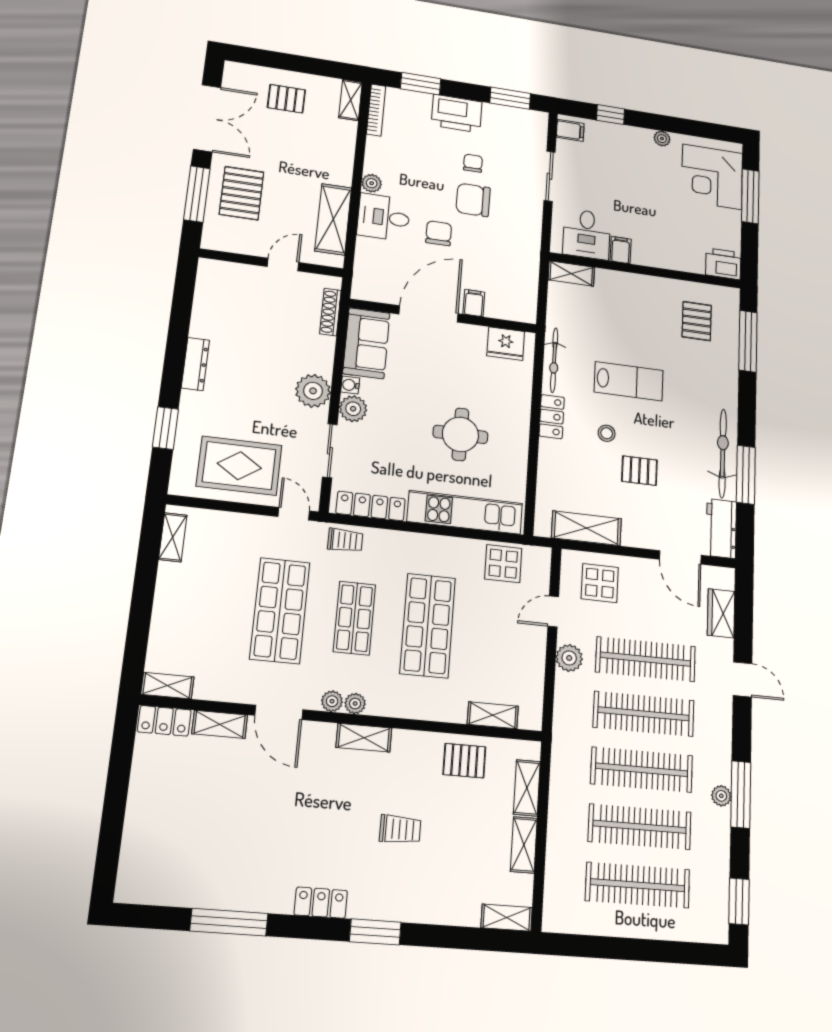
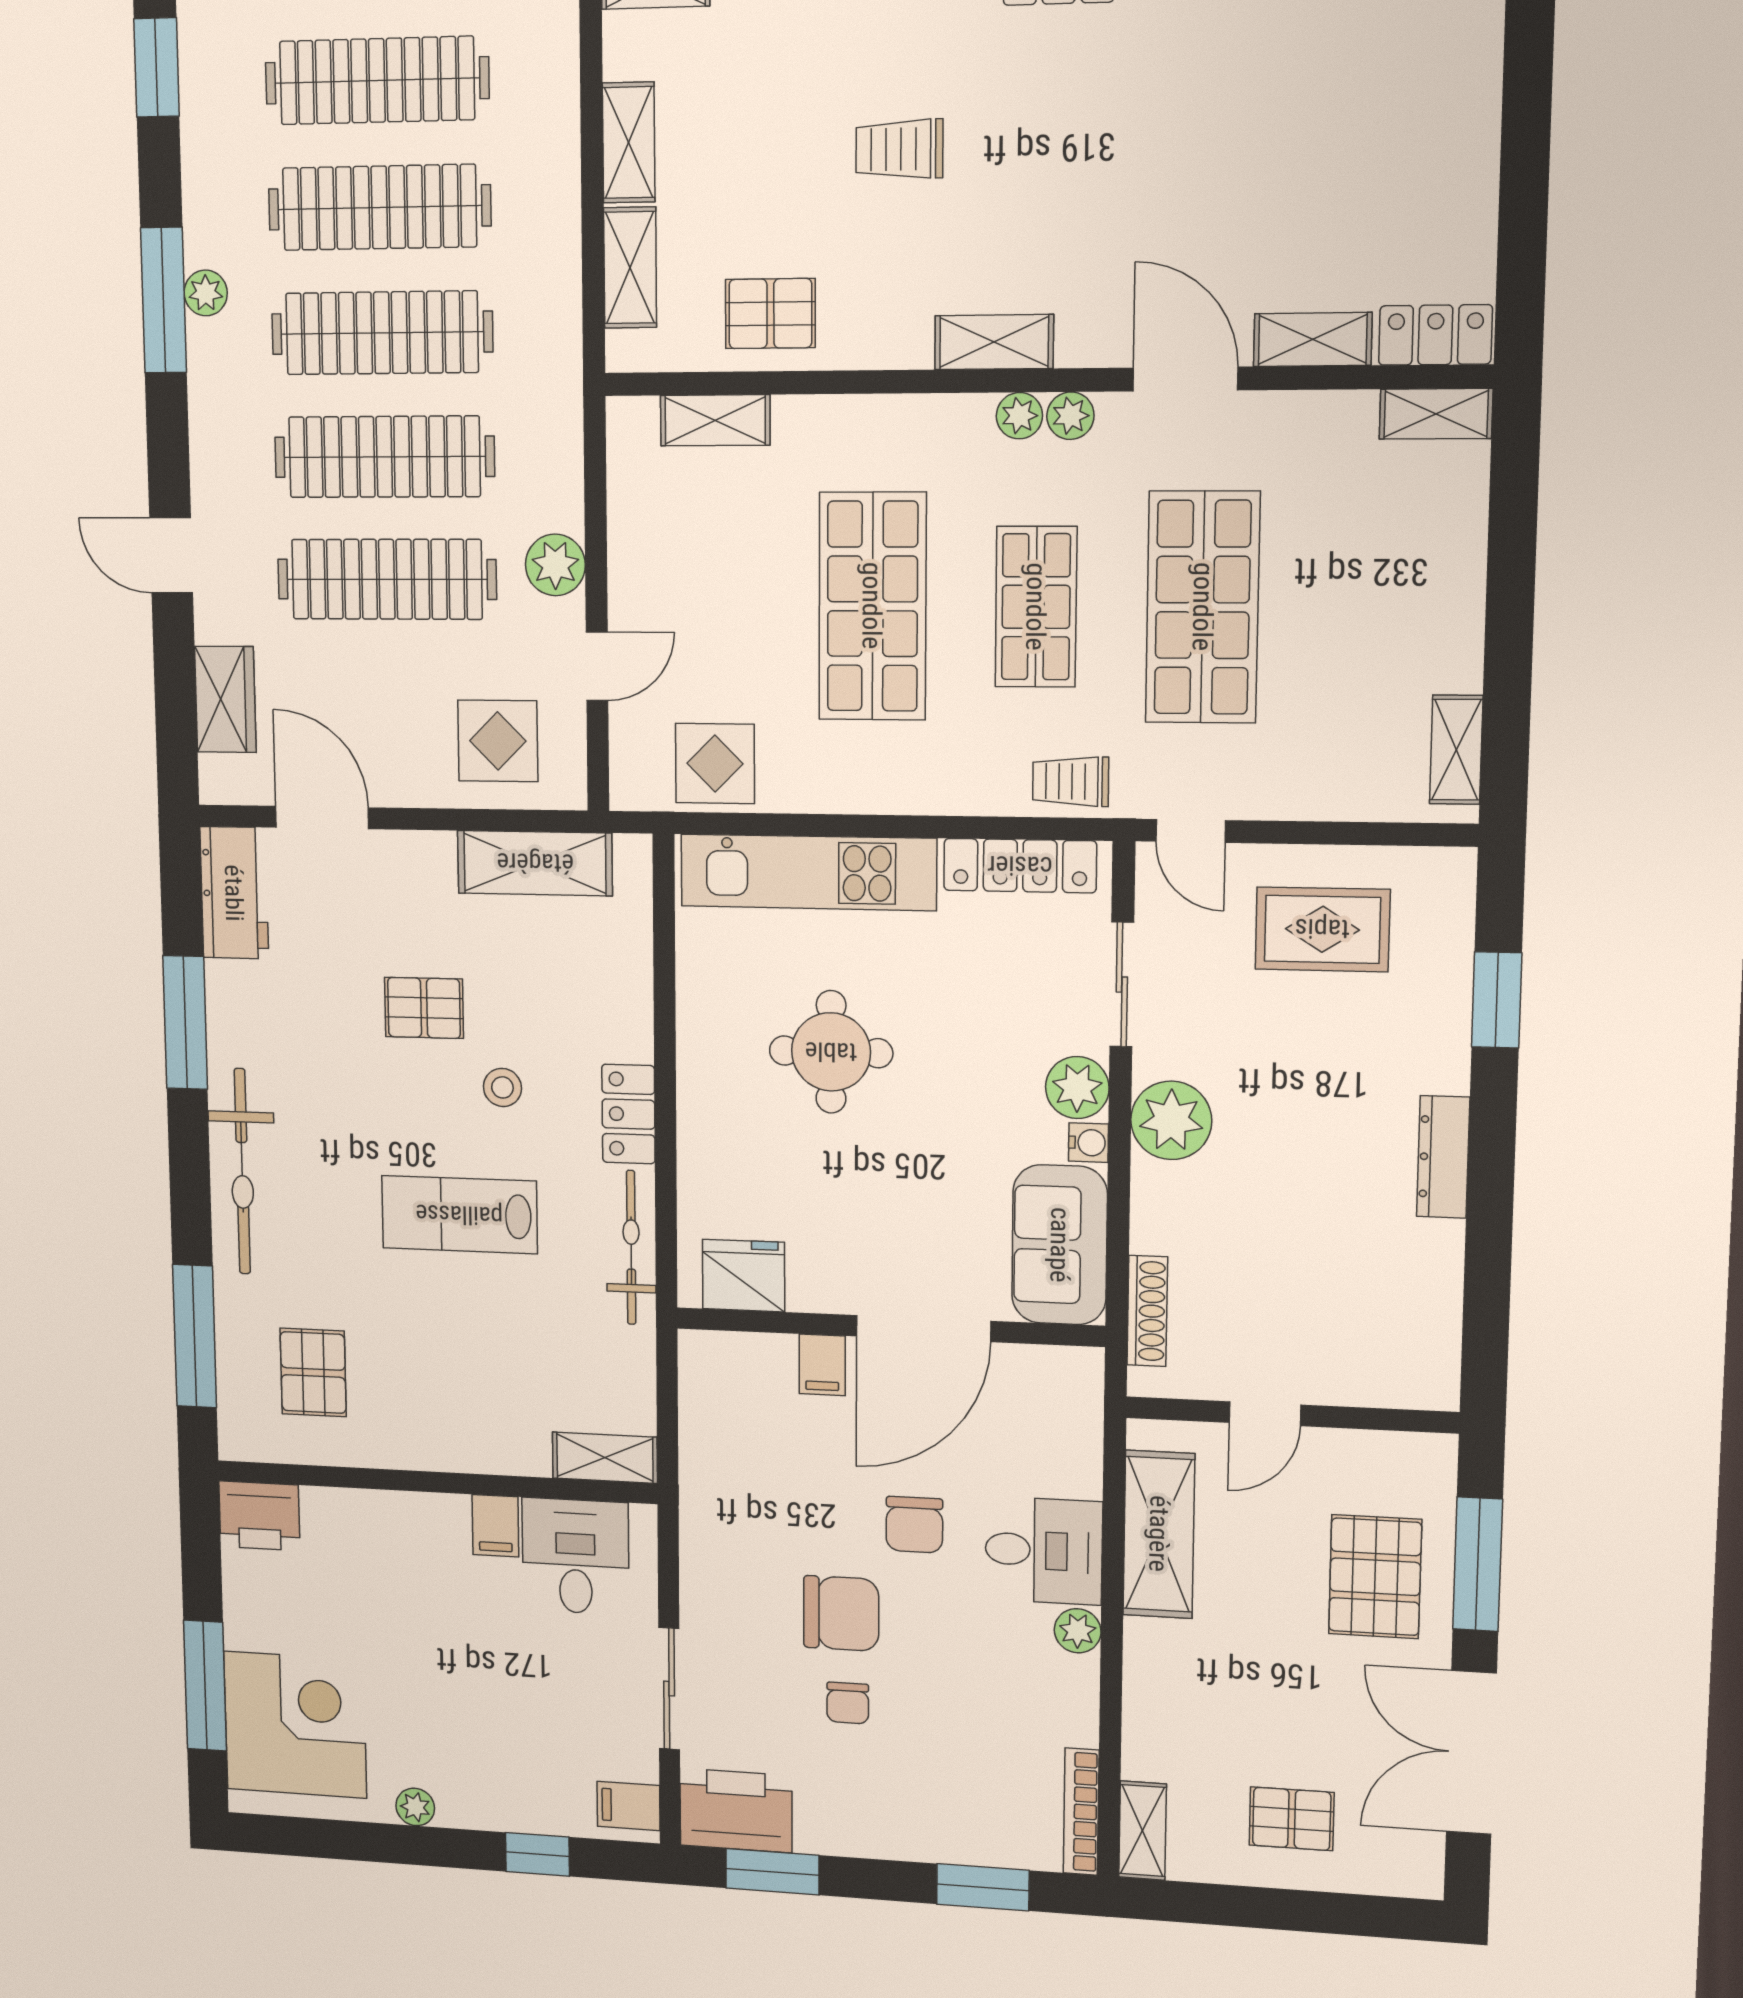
printer: (457, 113) -> (736, 1810), moved
bicycle: (723, 453) -> (242, 1171), moved
rug: (239, 466) -> (1322, 929), width x0.73, depth x0.70

